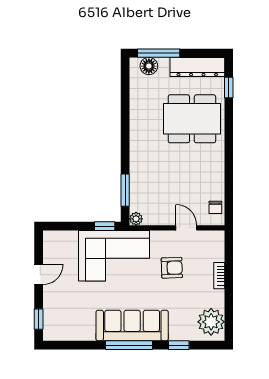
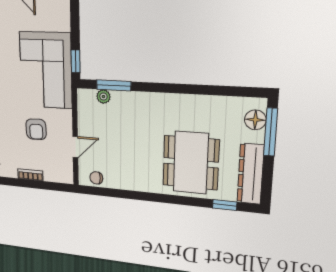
plant: (136, 219) -> (103, 97), moved

